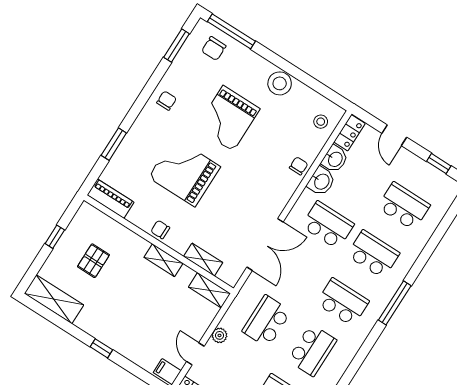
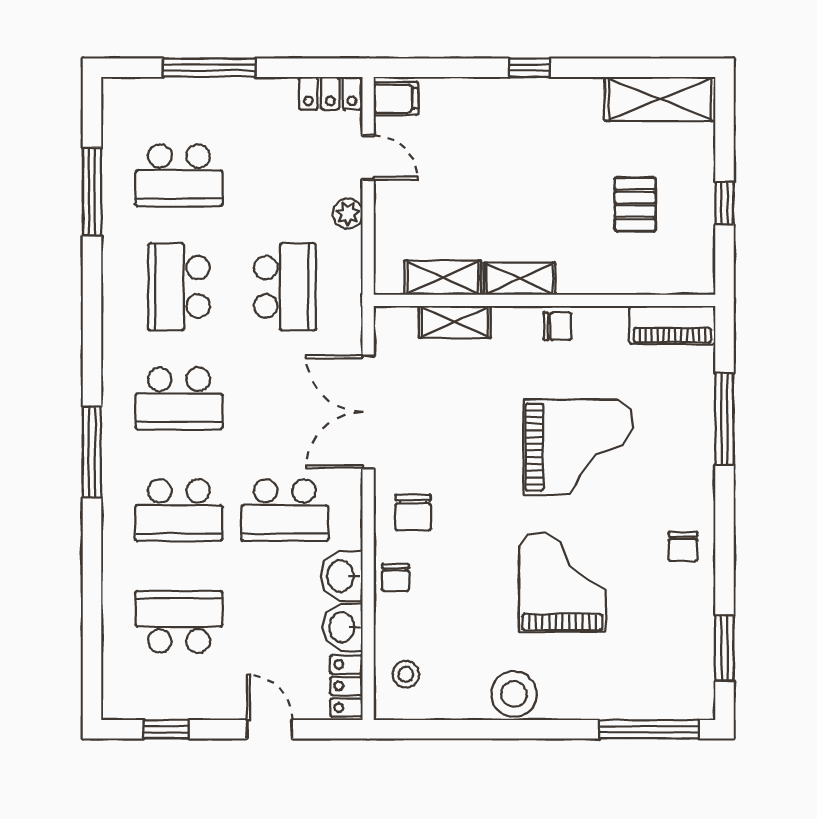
chair: (214, 49) -> (413, 513), moved, turned 180
window: (114, 144) -> (724, 419), width x1.44
school desk: (404, 206) -> (179, 622), turned 180
shelving: (209, 290) -> (443, 278), moved

